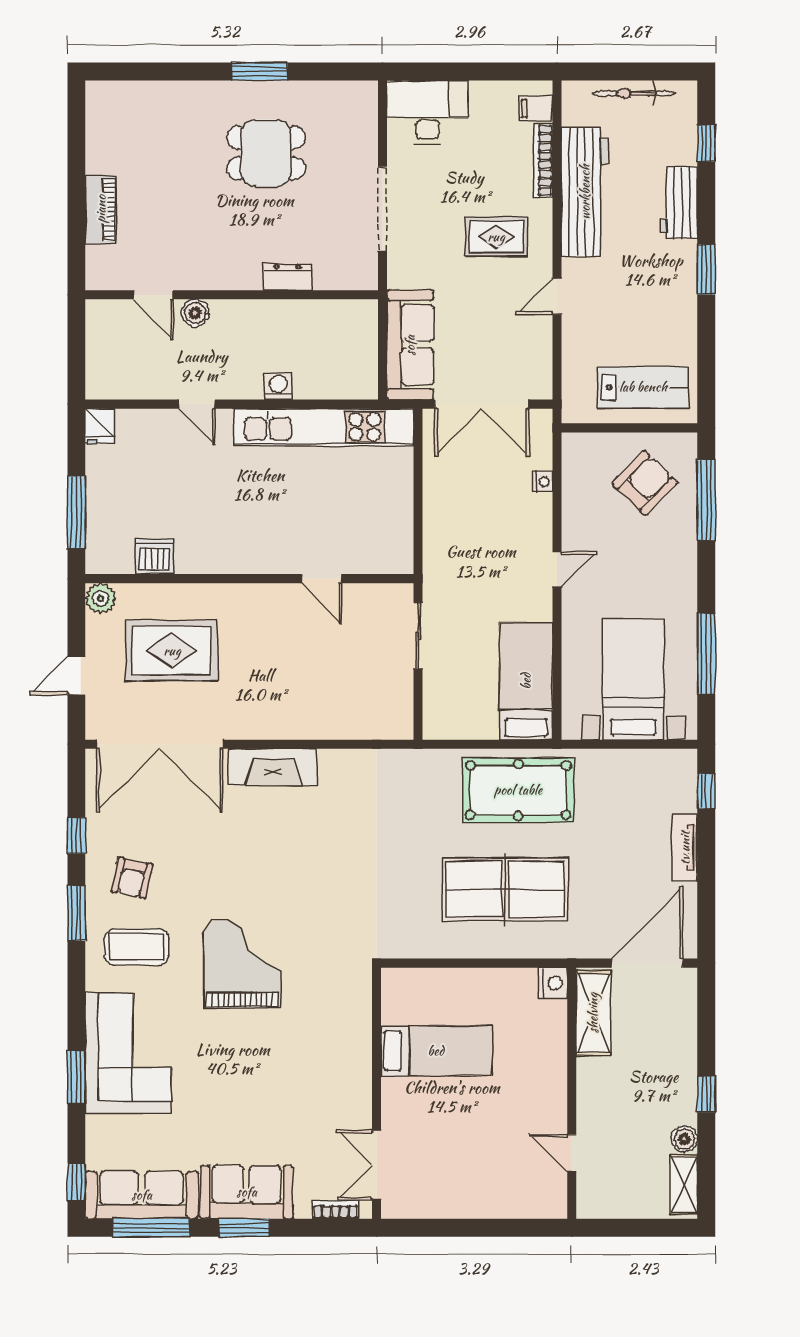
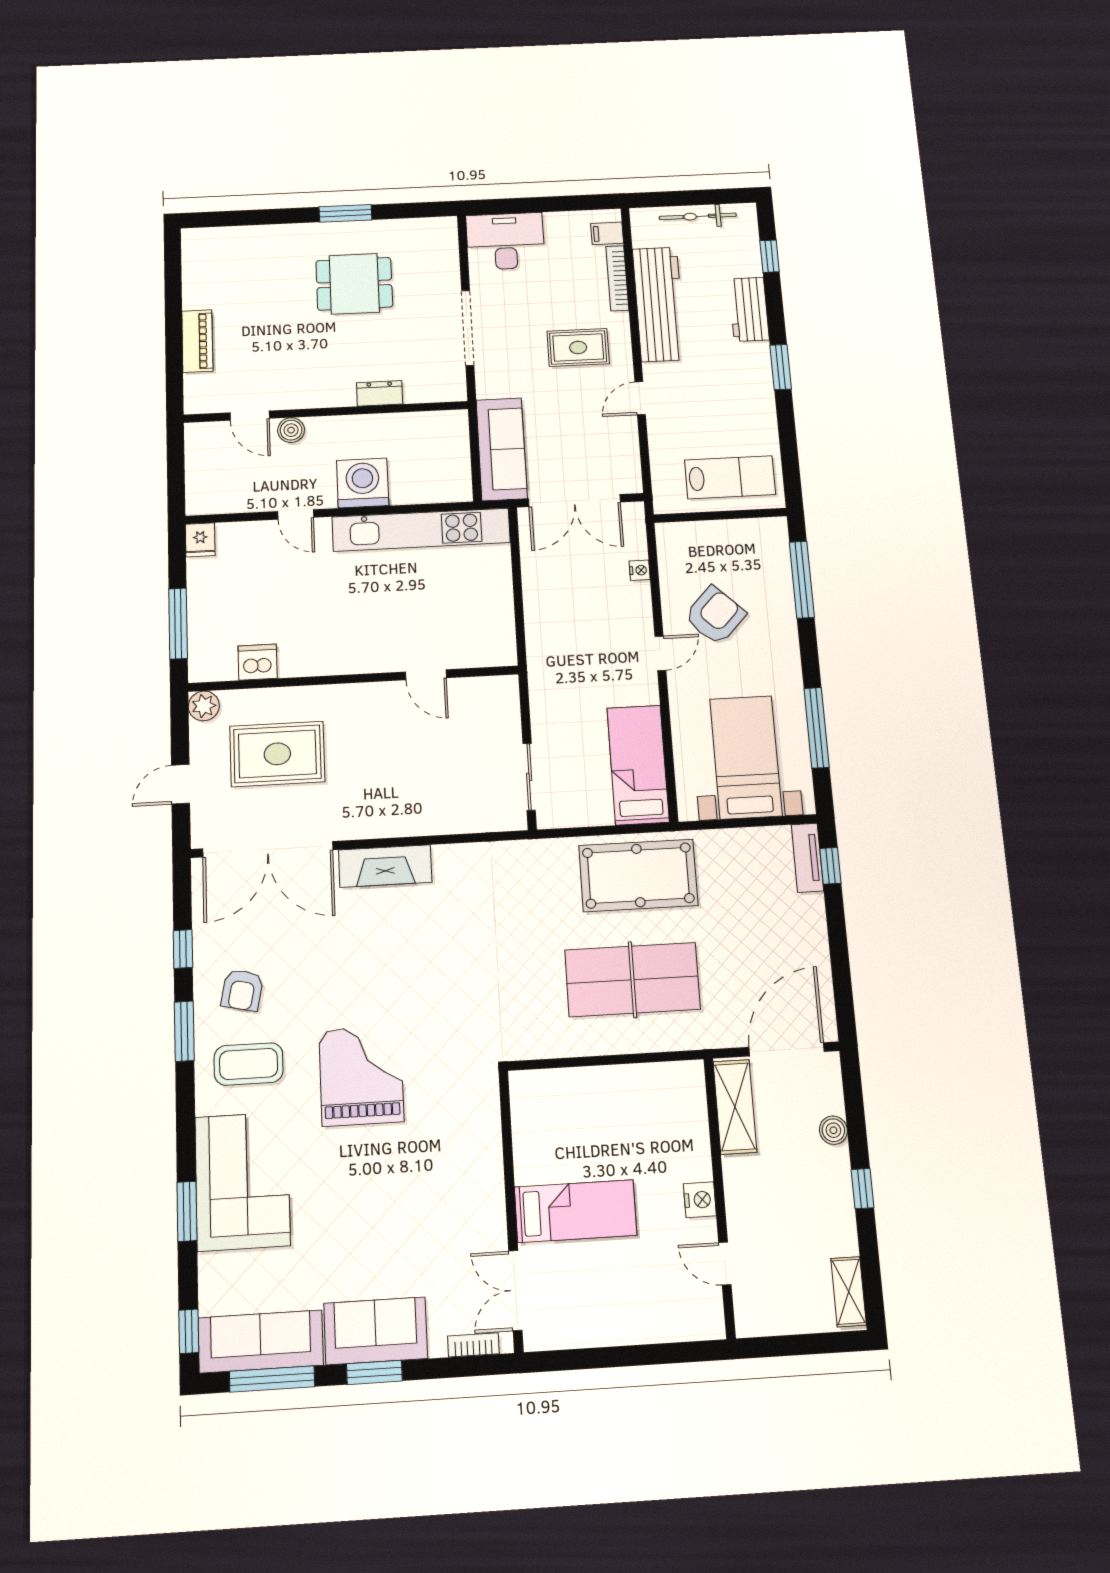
washing machine: (278, 386) -> (363, 483), width x1.89, depth x1.89
armchair: (645, 483) -> (715, 615), moved
sliding door: (418, 636) -> (529, 777), moved
tv unit: (685, 848) -> (807, 858), moved
nightstand: (553, 983) -> (700, 1200), moved
bed: (436, 1051) -> (575, 1211), moved
boiler: (684, 1139) -> (833, 1130), moved

